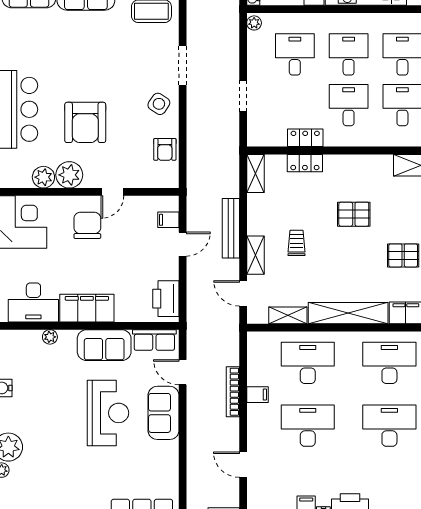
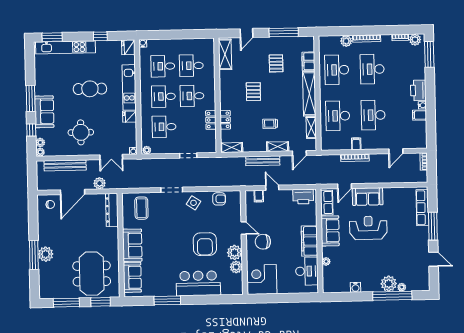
armchair: (85, 122) -> (205, 244), turned 90

